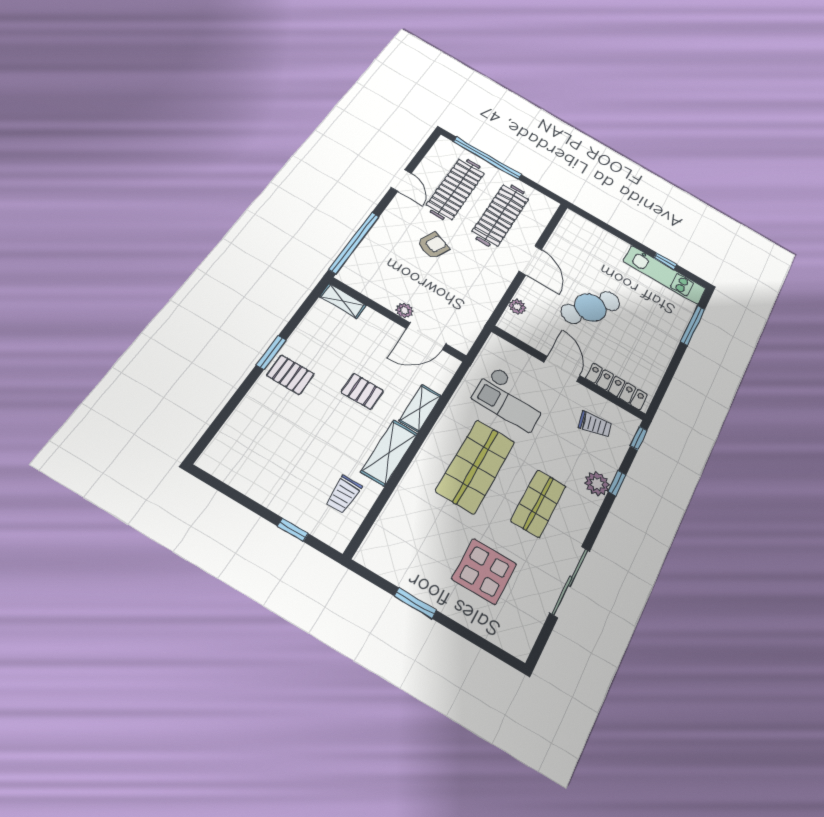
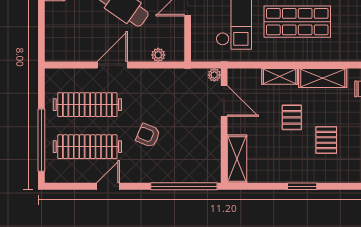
shelving: (343, 301) -> (237, 159), width x1.50, depth x1.33
plant: (404, 311) -> (214, 75), moved
pallet: (290, 375) -> (326, 140), moved

